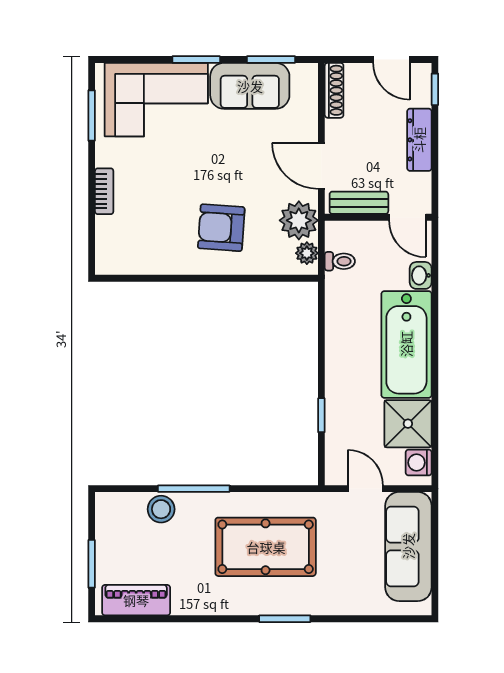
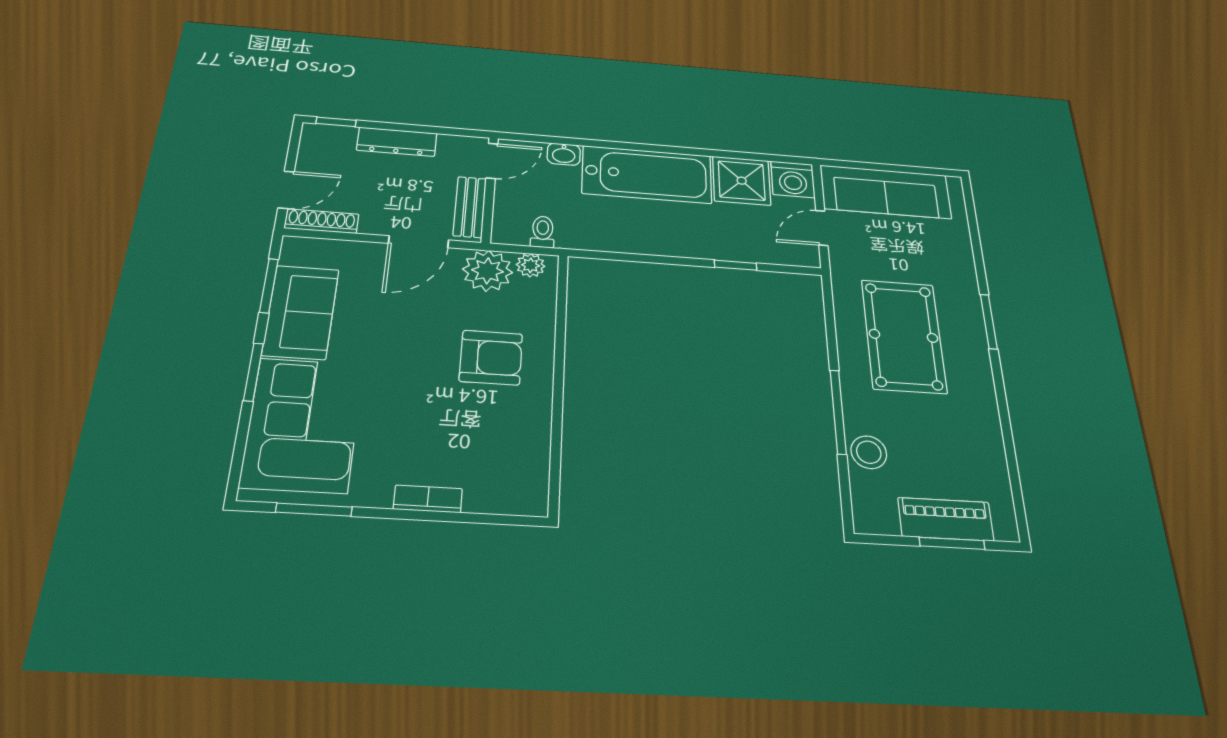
door: (391, 60) -> (286, 190), moved
armchair: (221, 228) -> (491, 358), turned -94
washing machine: (419, 463) -> (793, 179), width x1.38, depth x1.38
piano: (136, 600) -> (946, 519), moved, turned 90

